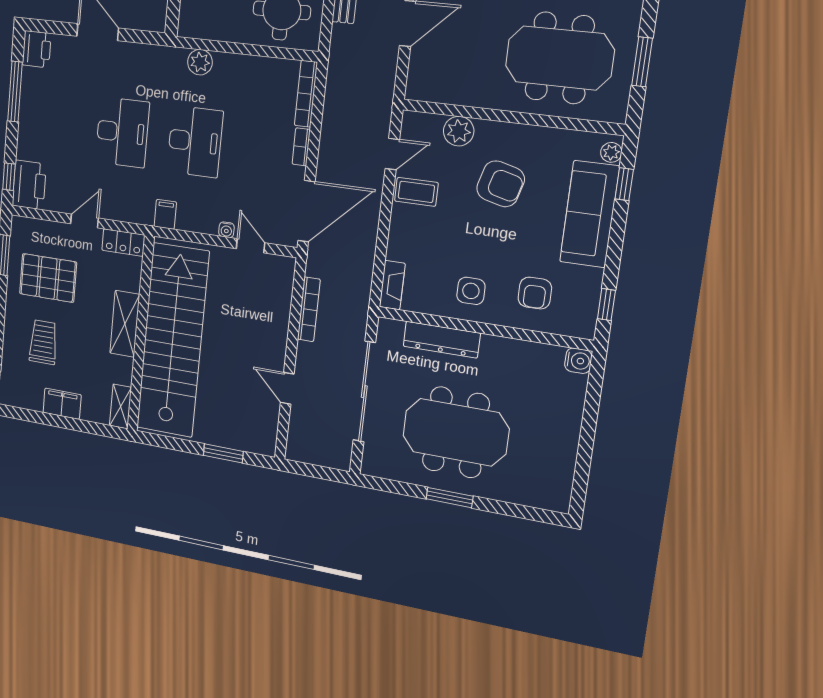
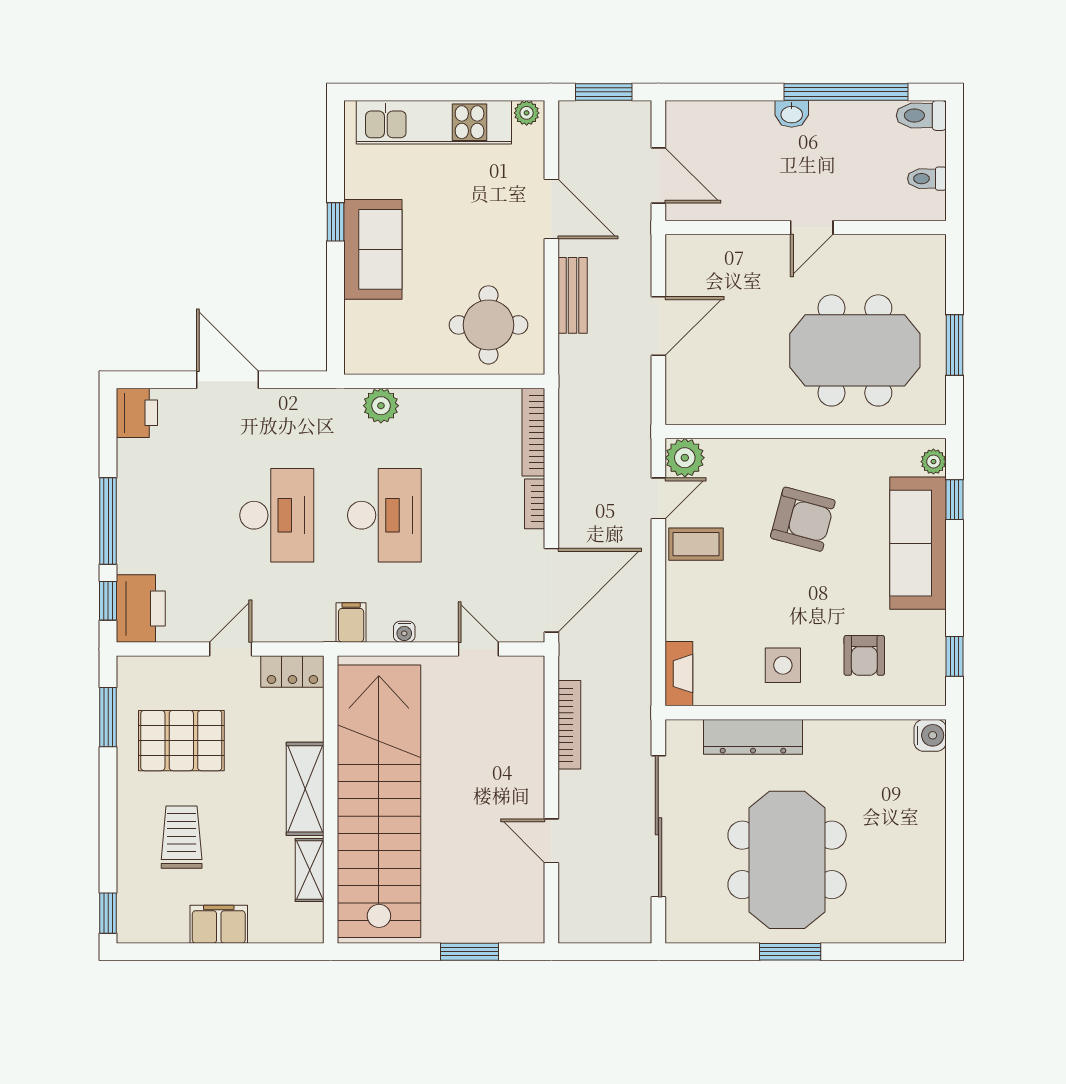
window: (15, 92) -> (108, 521), moved
plant: (459, 131) -> (685, 458), moved
water cooler: (226, 230) -> (404, 632), moved
shelving: (121, 406) -> (310, 870), moved
meeting table: (456, 432) -> (787, 860), turned 90

